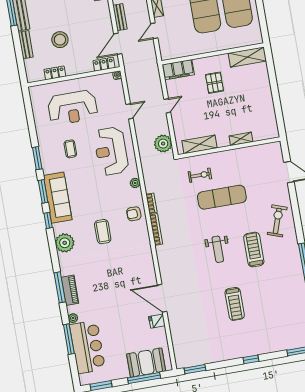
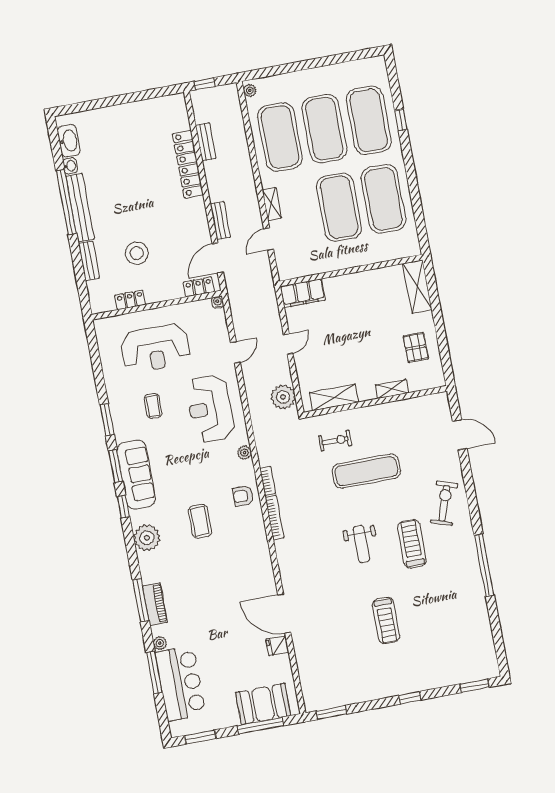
shelving: (247, 57) -> (417, 287), moved, turned 90
pallet: (214, 83) -> (416, 347), moved

